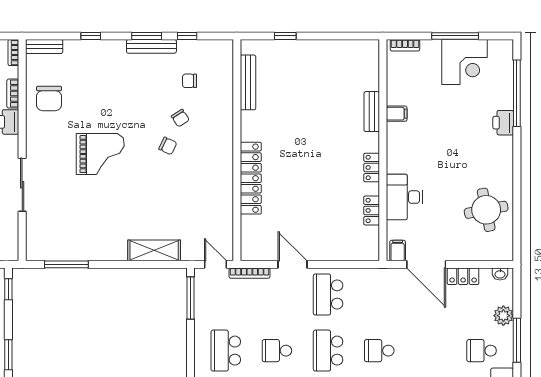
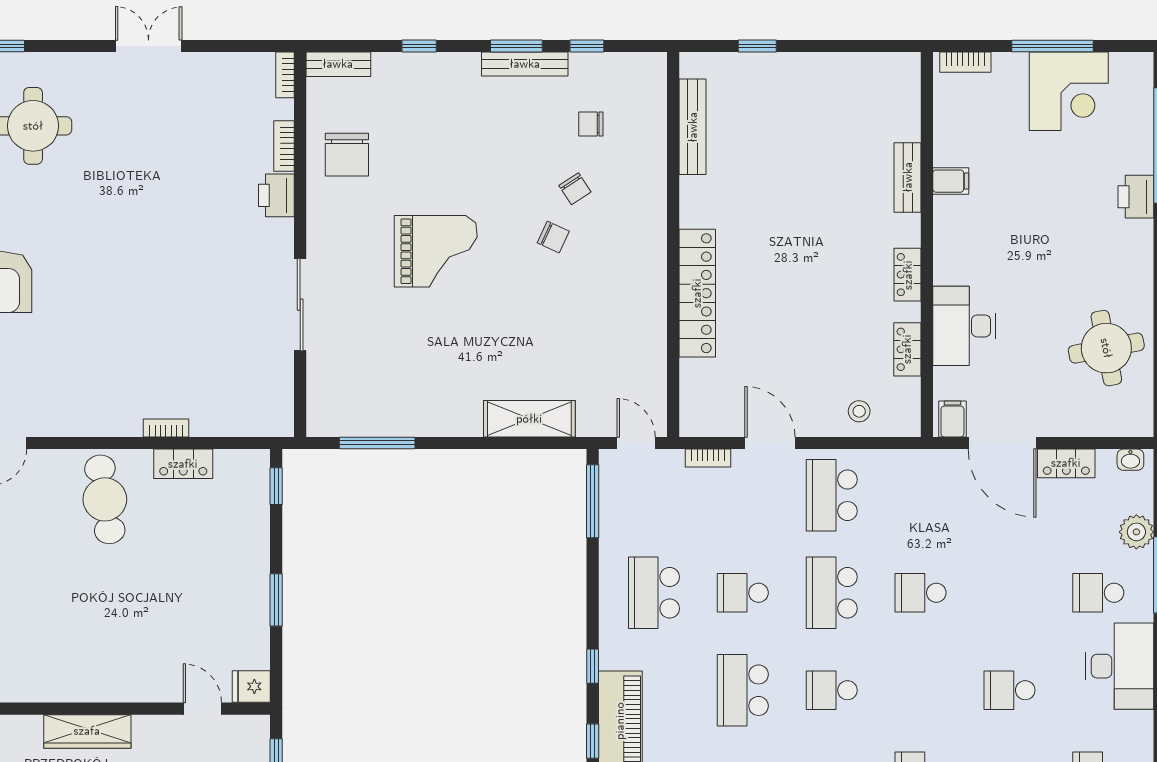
stool: (344, 246) -> (859, 411), added
bookcase: (250, 273) -> (708, 458), width x0.64

